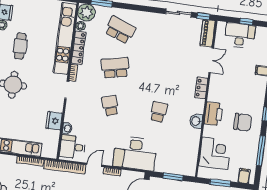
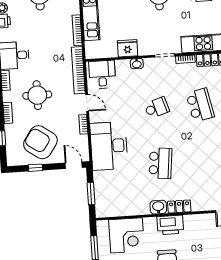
locker: (201, 88) -> (179, 207), moved
school desk: (159, 112) -> (160, 163), width x1.85
washbasin: (67, 128) -> (137, 64), moved

